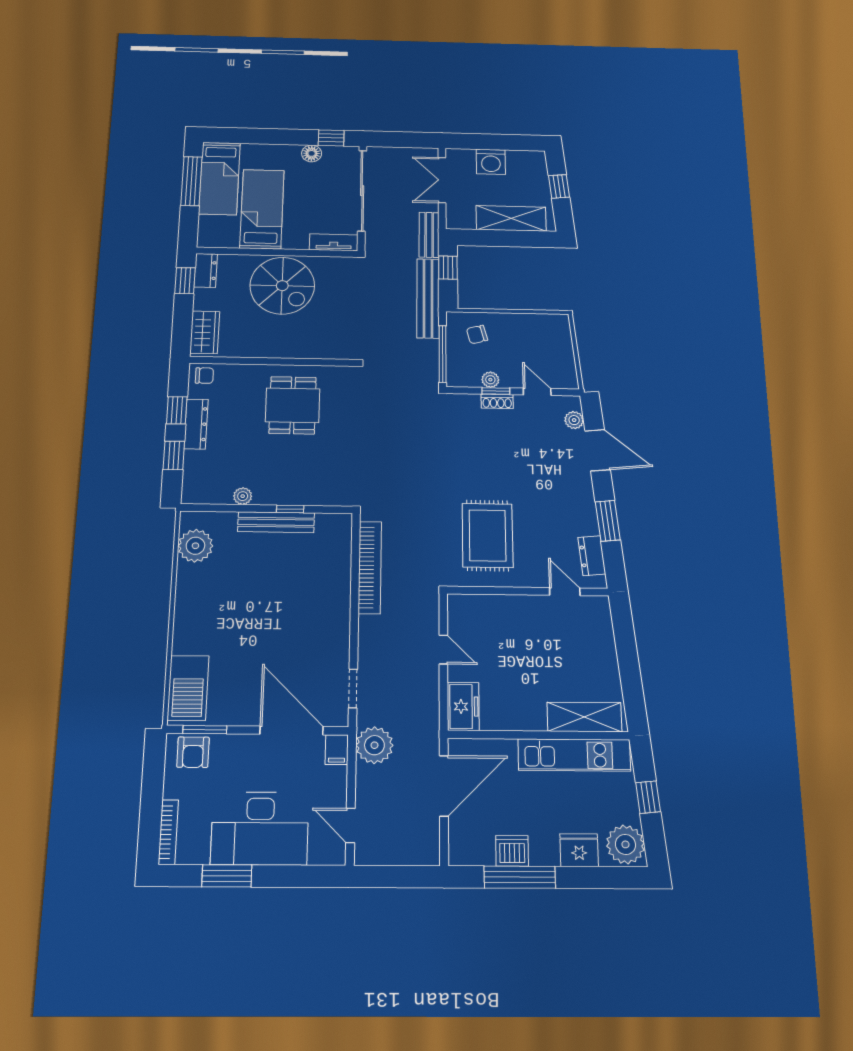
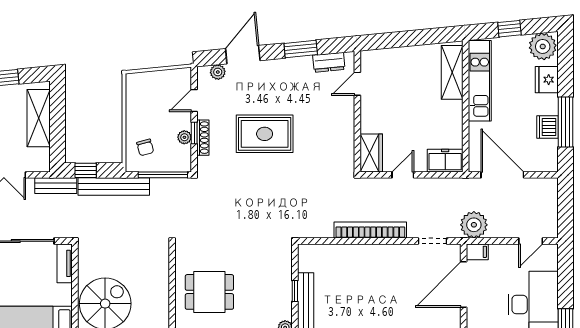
shoe rack: (497, 401) -> (203, 138), width x1.43
rug: (488, 535) -> (265, 134), moved
bookcase: (370, 567) -> (370, 230), moved
wardrobe: (473, 608) -> (371, 153), added

